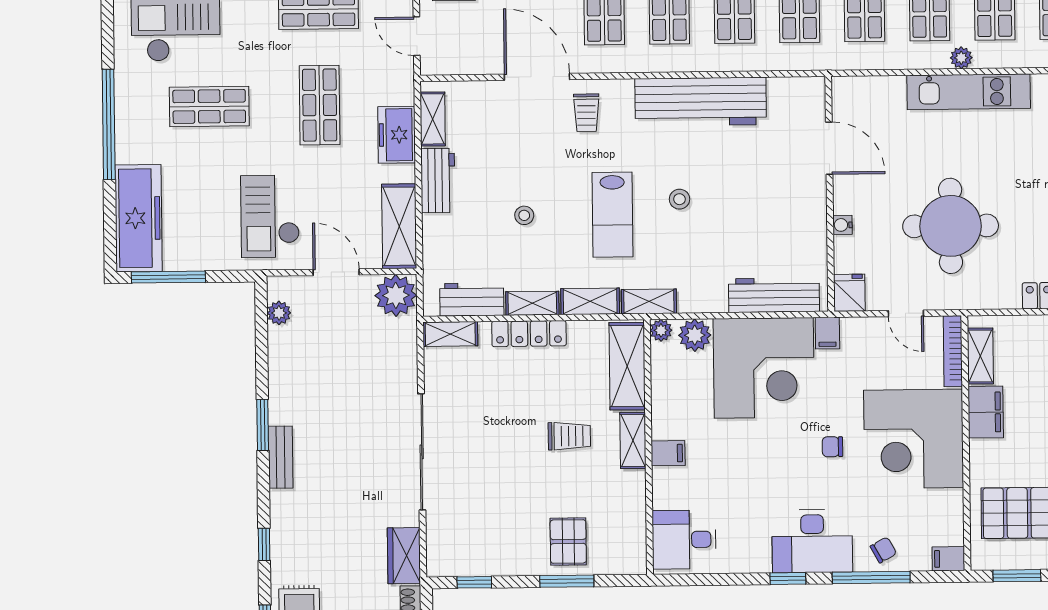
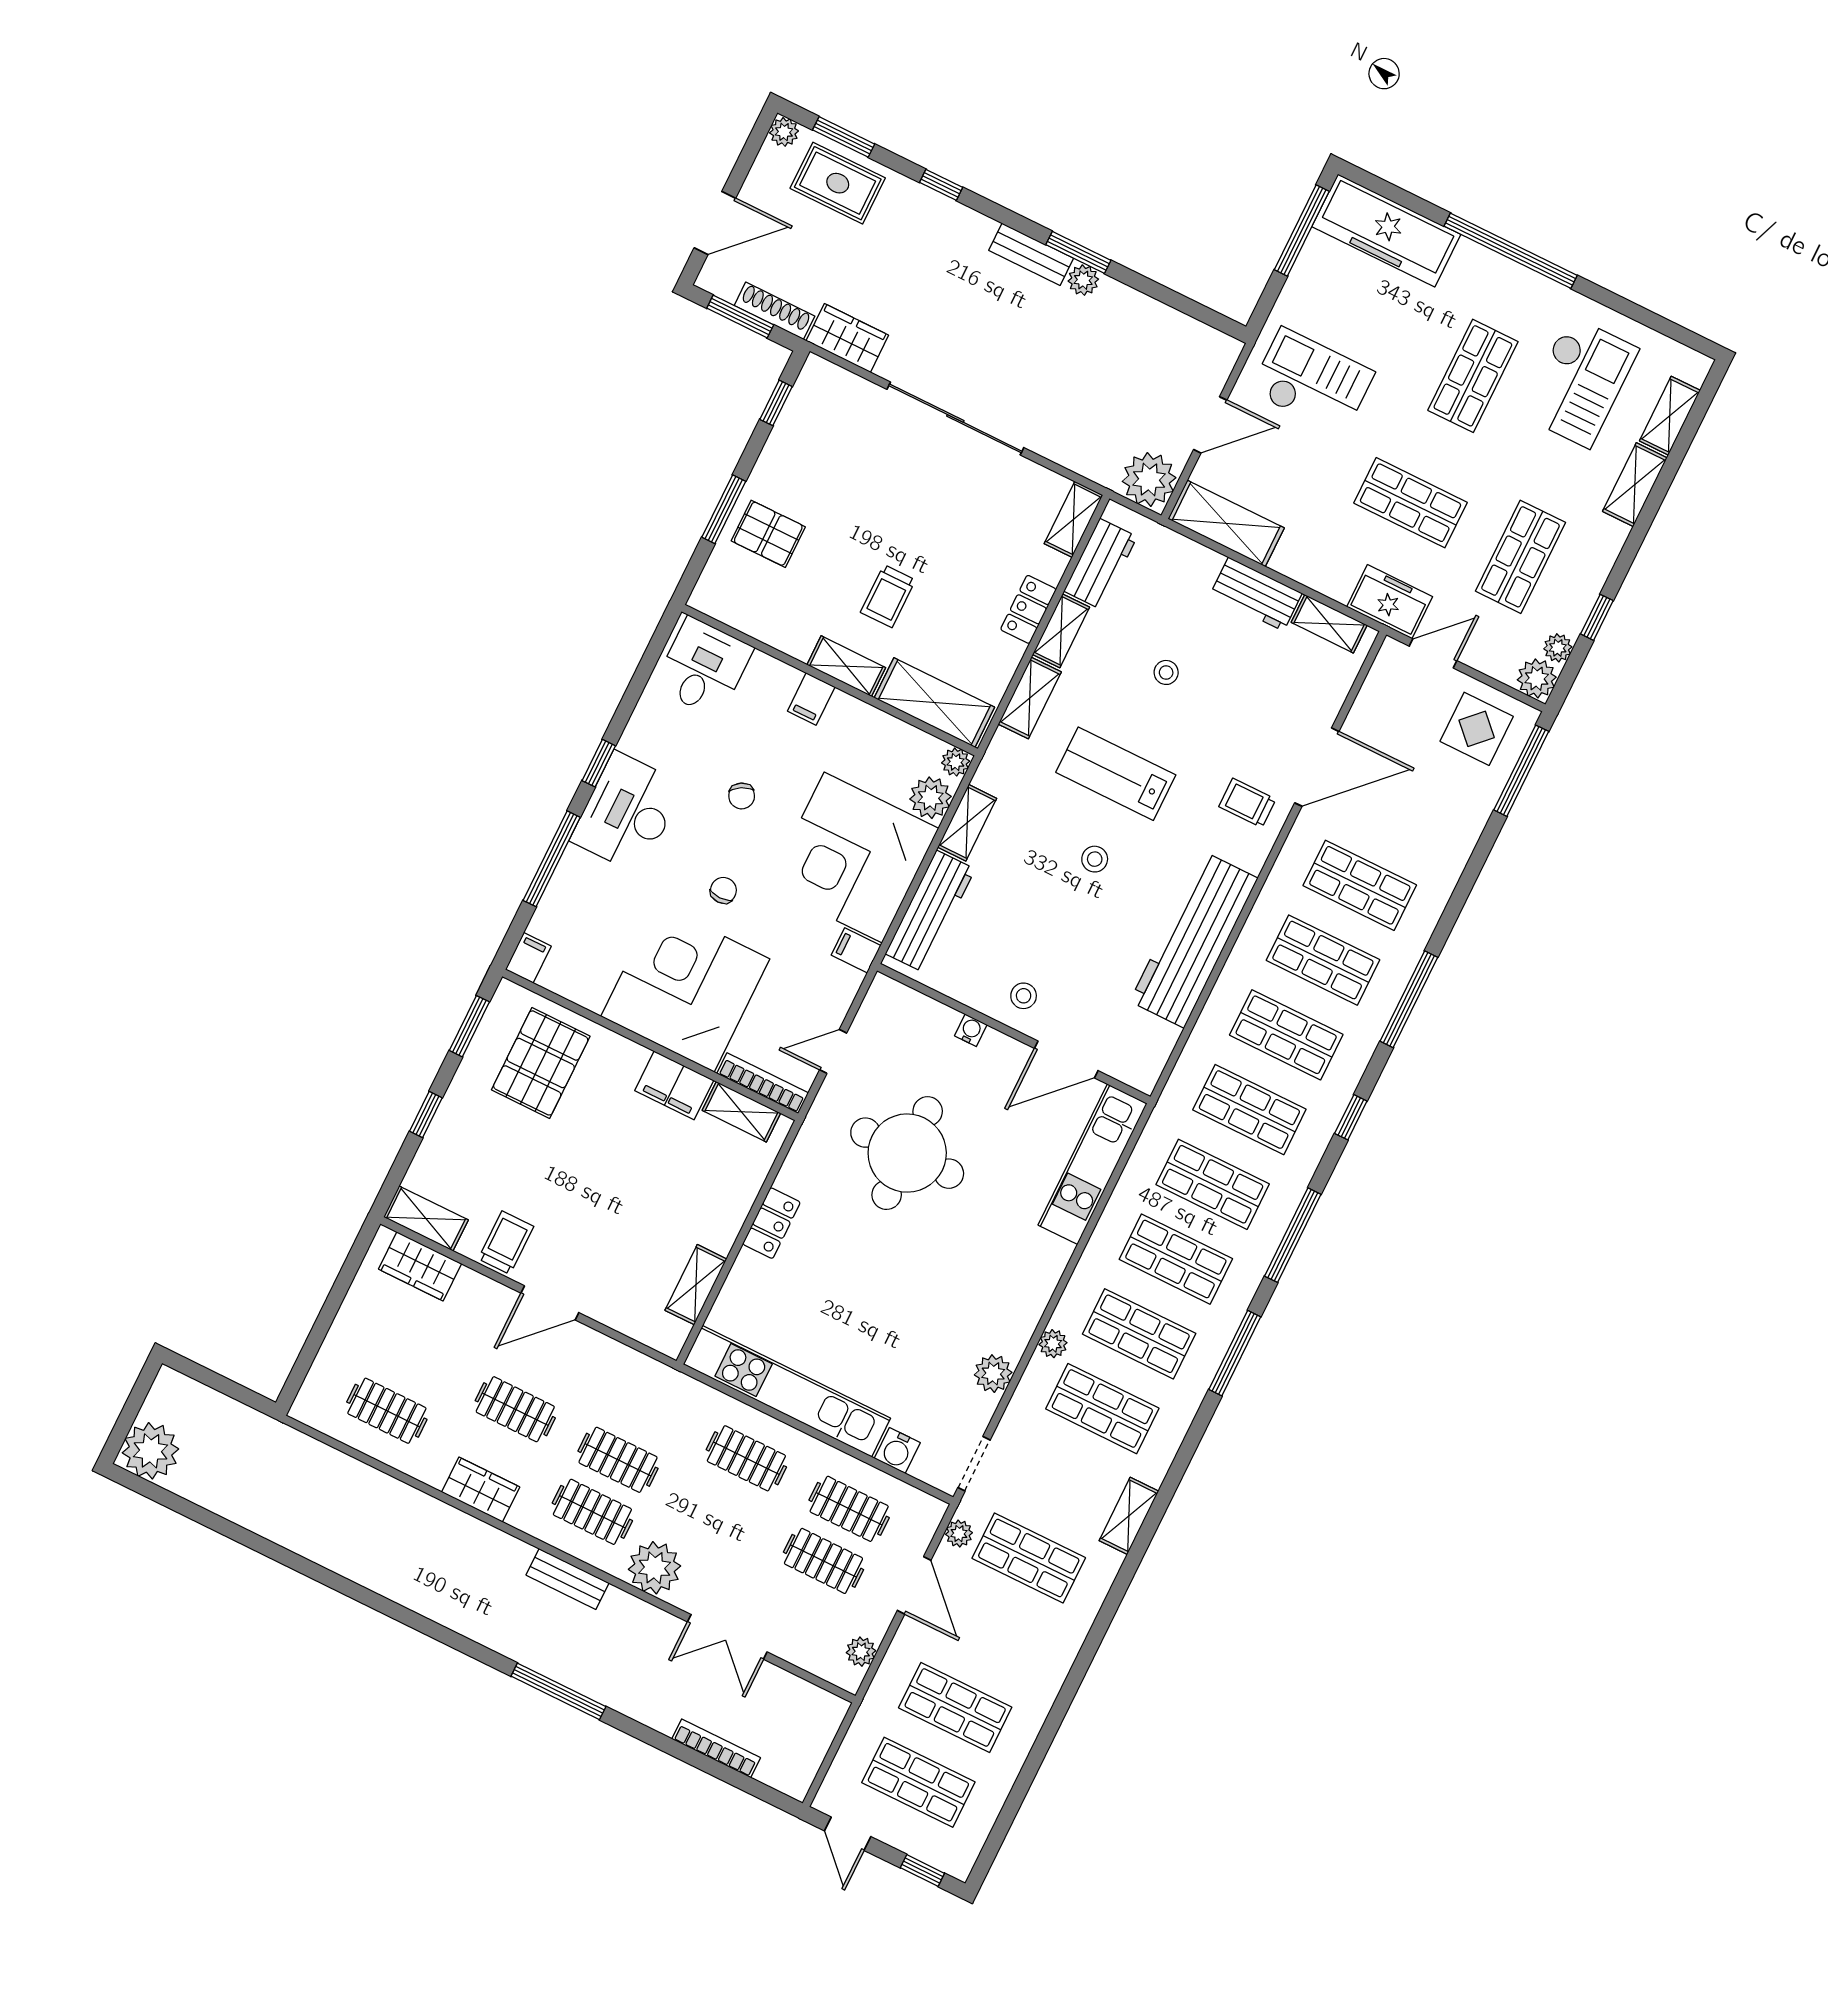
plant: (961, 58) -> (1053, 1344), moved
kitchen unit: (969, 92) -> (1093, 1164), moved
freezer: (397, 135) -> (1390, 602), moved
stool: (800, 200) -> (1024, 996), added
fridge: (849, 293) -> (890, 999), removed
shelving: (649, 301) -> (967, 823), moved
plant: (279, 313) -> (1083, 280), moved
locker: (529, 334) -> (1028, 609), width x0.66
chair: (883, 550) -> (742, 796), moved

